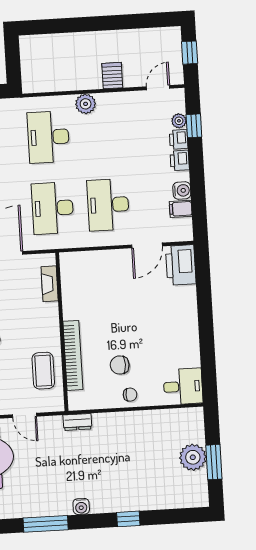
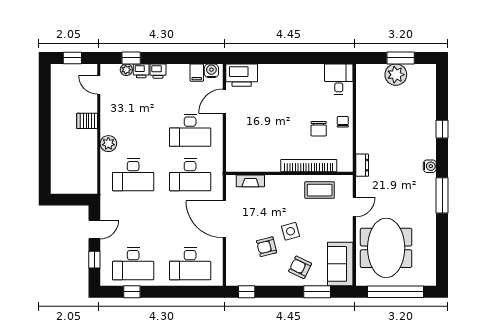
water cooler: (182, 190) -> (211, 71), moved
door: (147, 245) -> (224, 101), swing flipped

